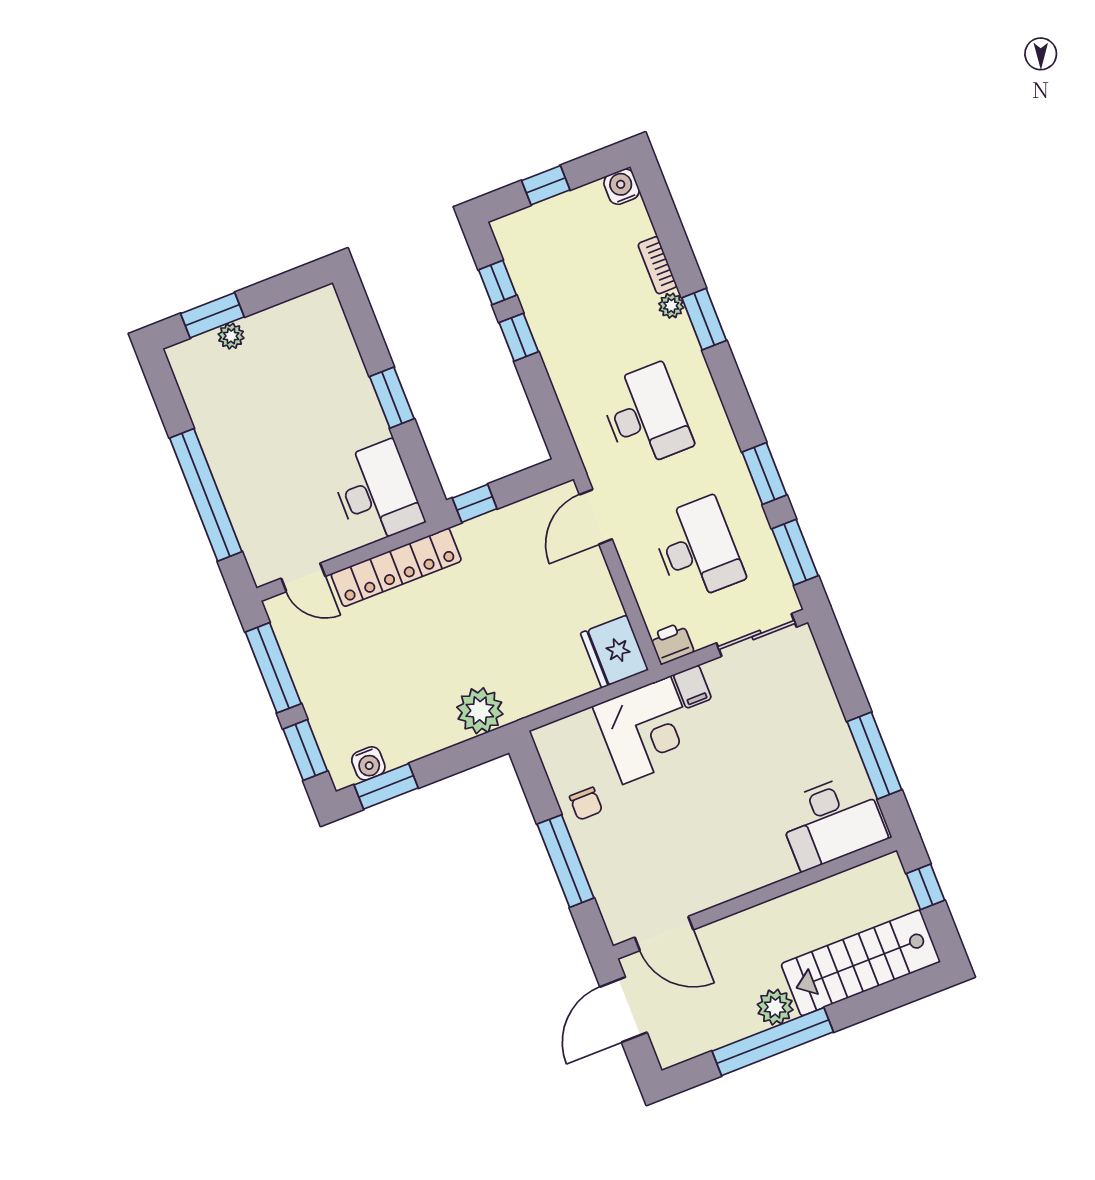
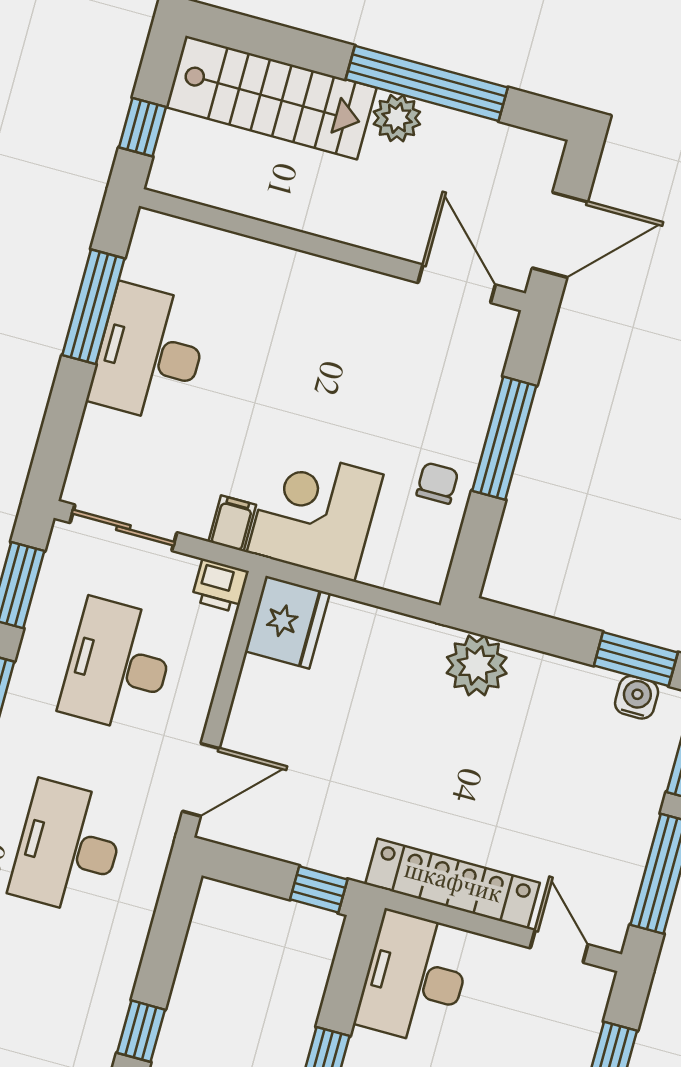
desk: (832, 821) -> (150, 353), moved, turned -90

